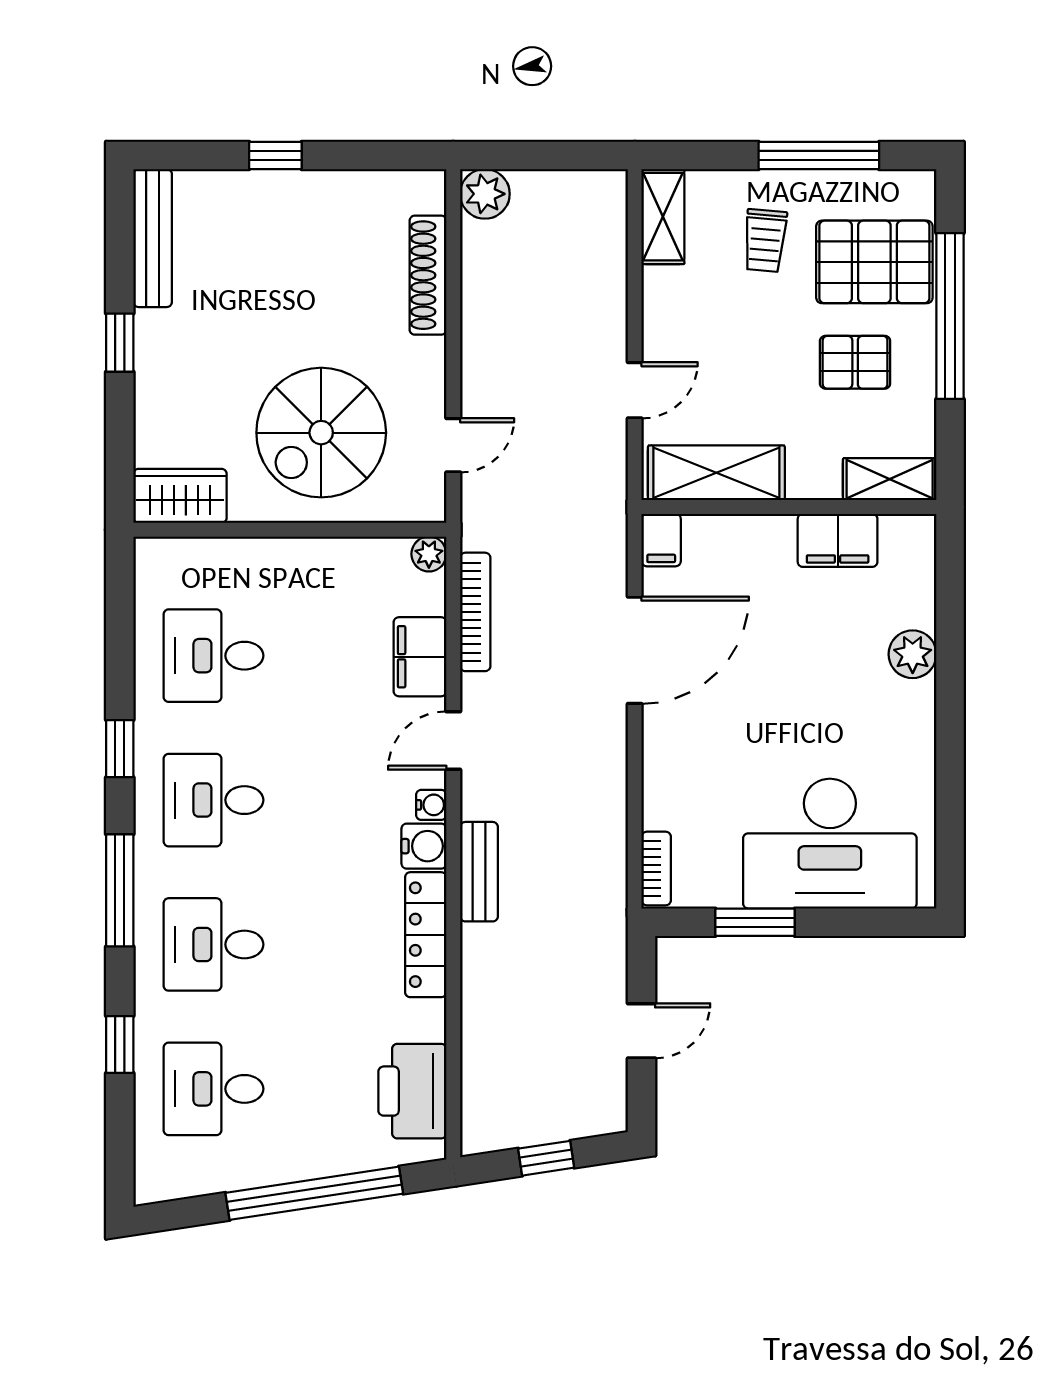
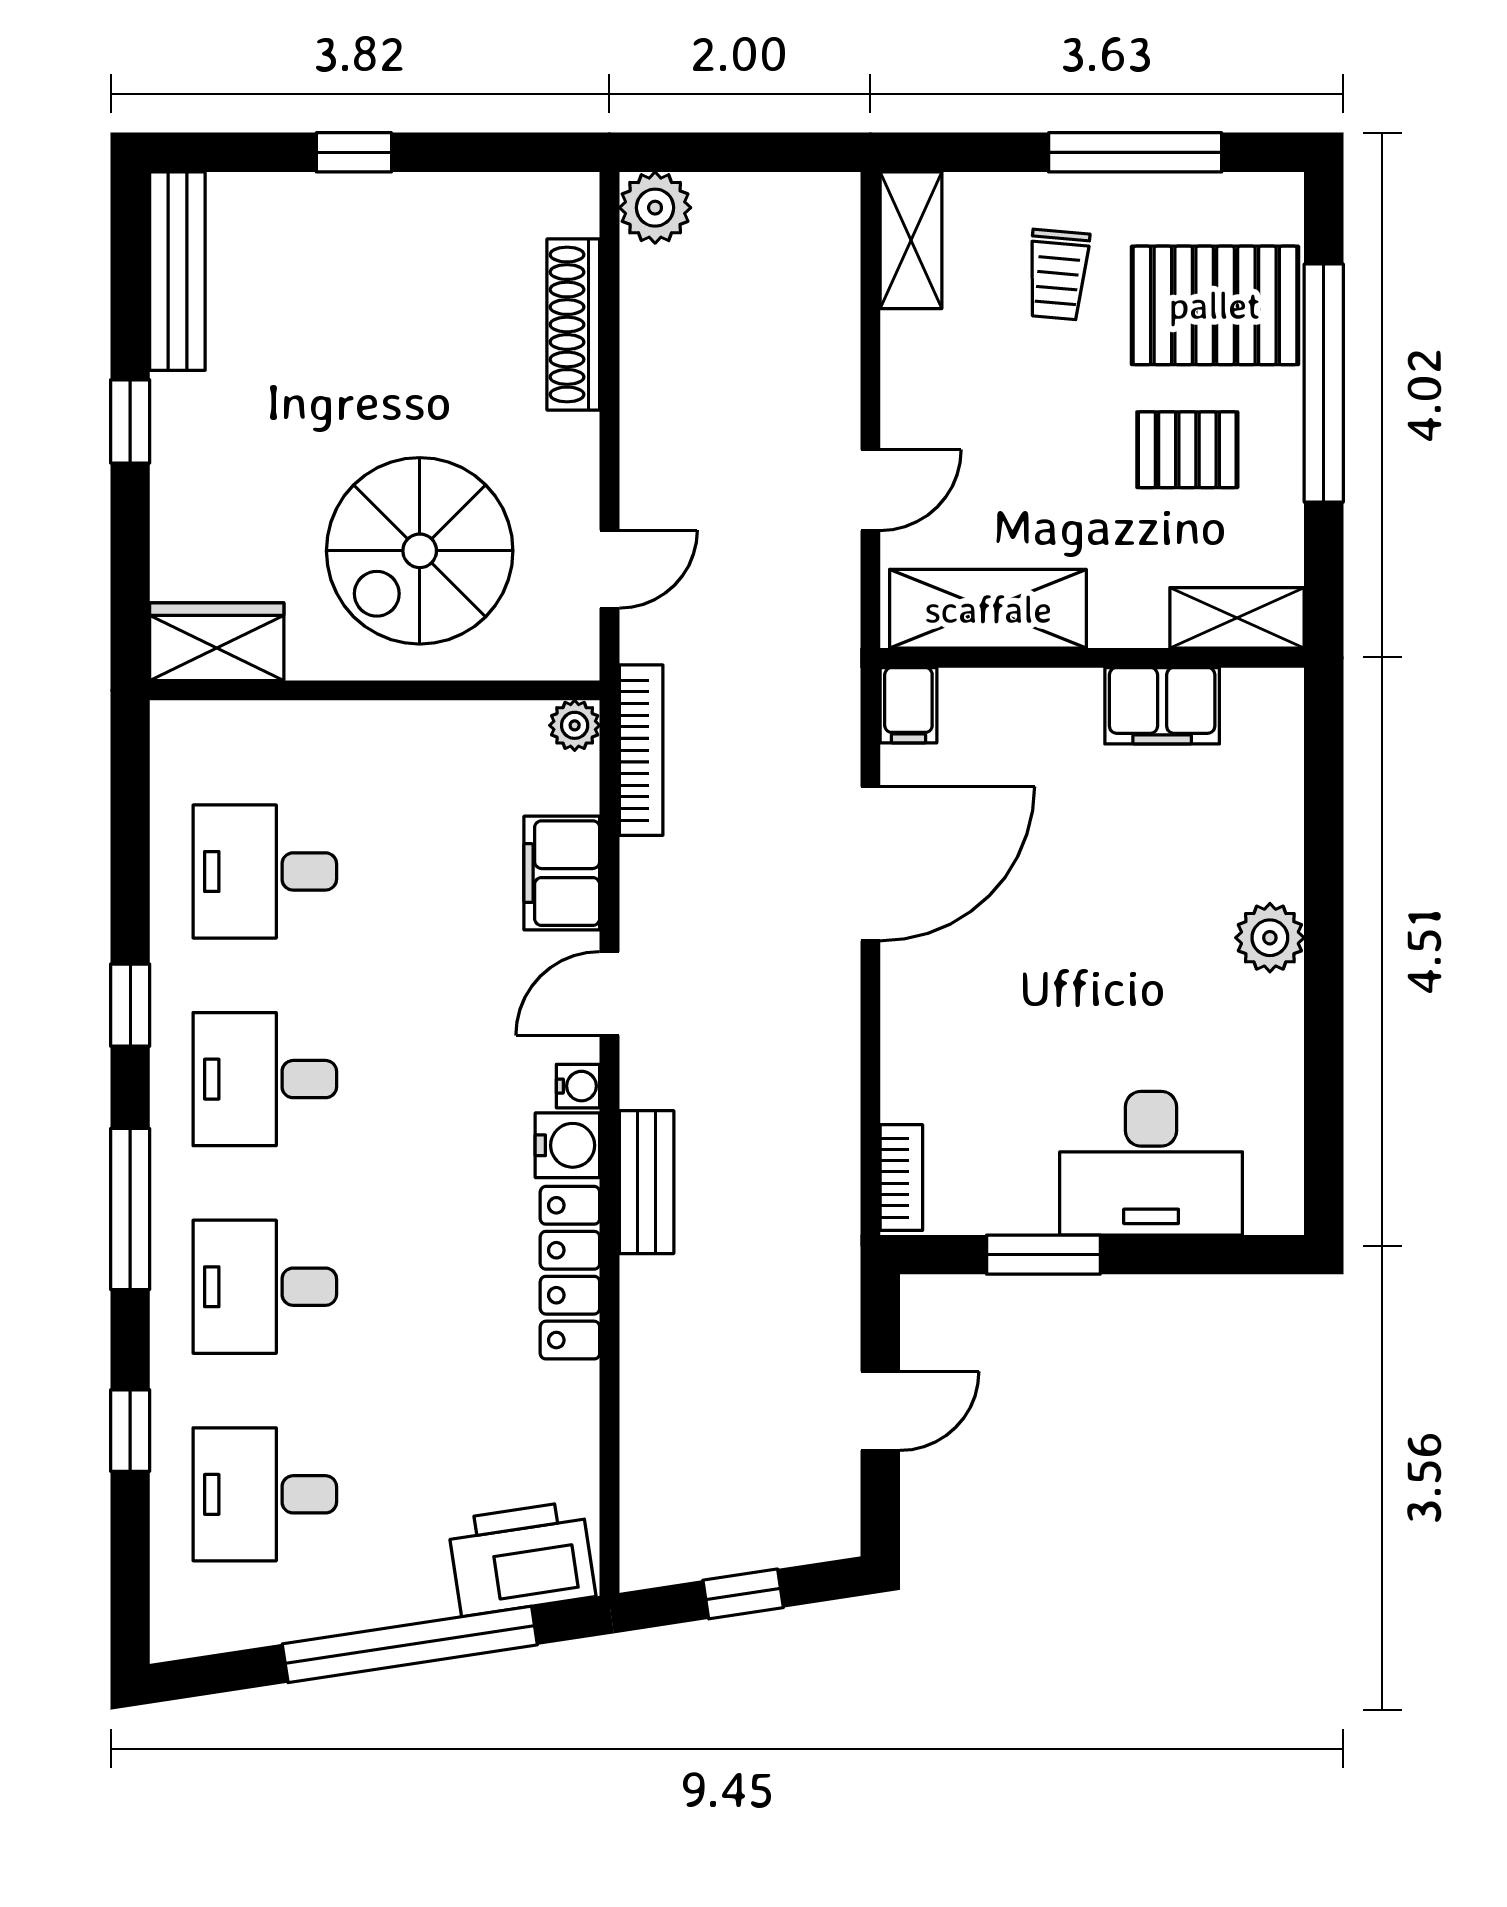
bookcase: (475, 612) -> (641, 750), moved
plant: (913, 654) -> (1270, 938), moved
desk: (830, 844) -> (1151, 1163), width x0.73, depth x0.77
printer: (412, 1091) -> (522, 1558), moved, turned 81

